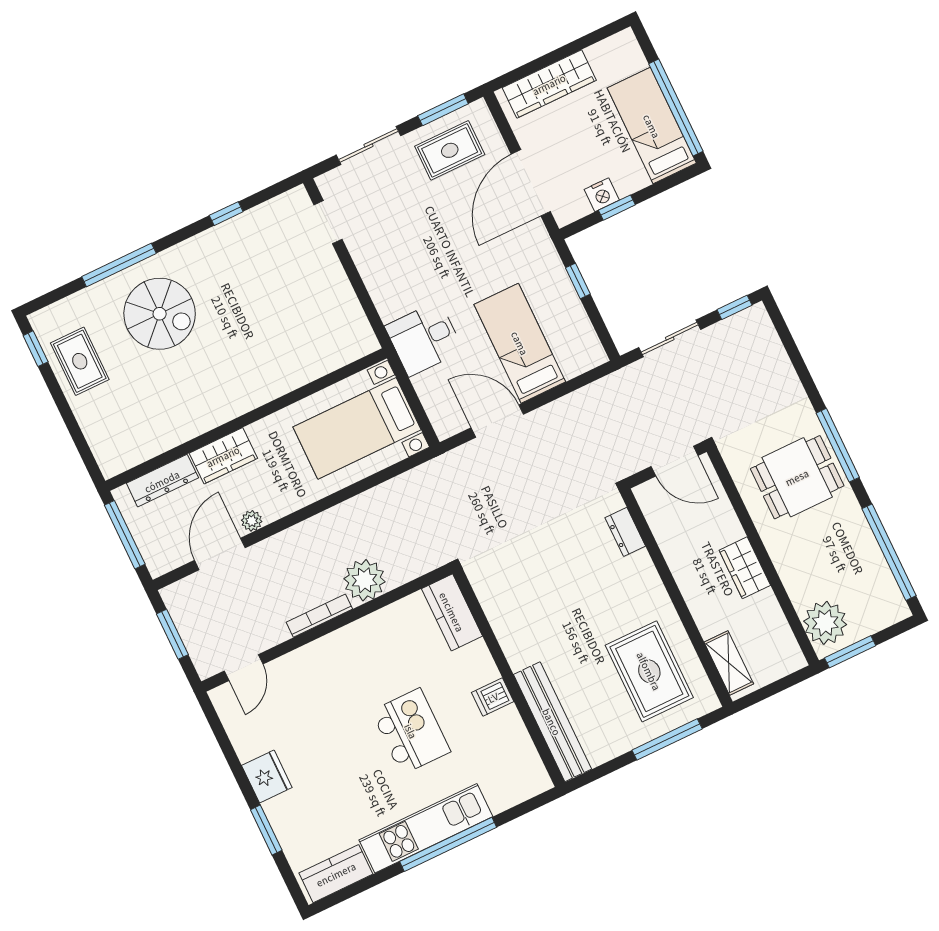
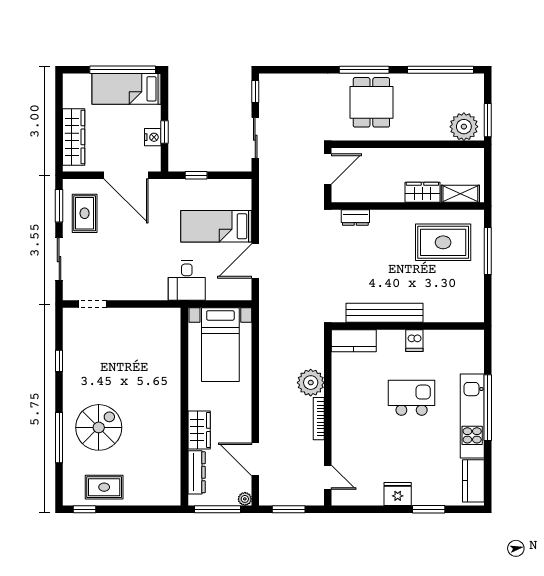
plant: (252, 521) -> (245, 499), moved
wardrobe: (745, 568) -> (422, 192), moved, turned 180
bench: (552, 722) -> (385, 313), moved

